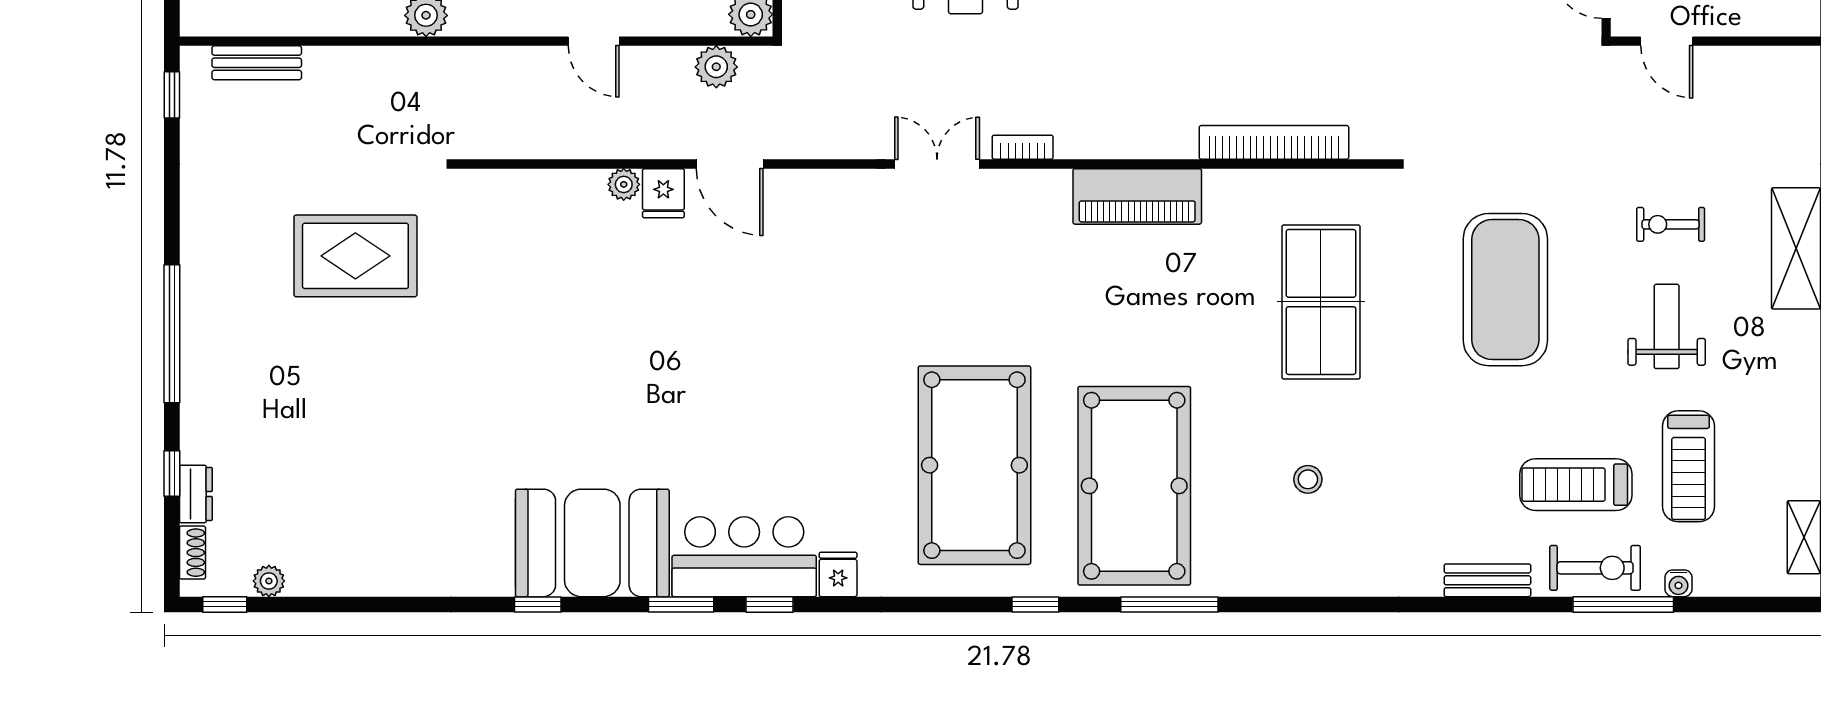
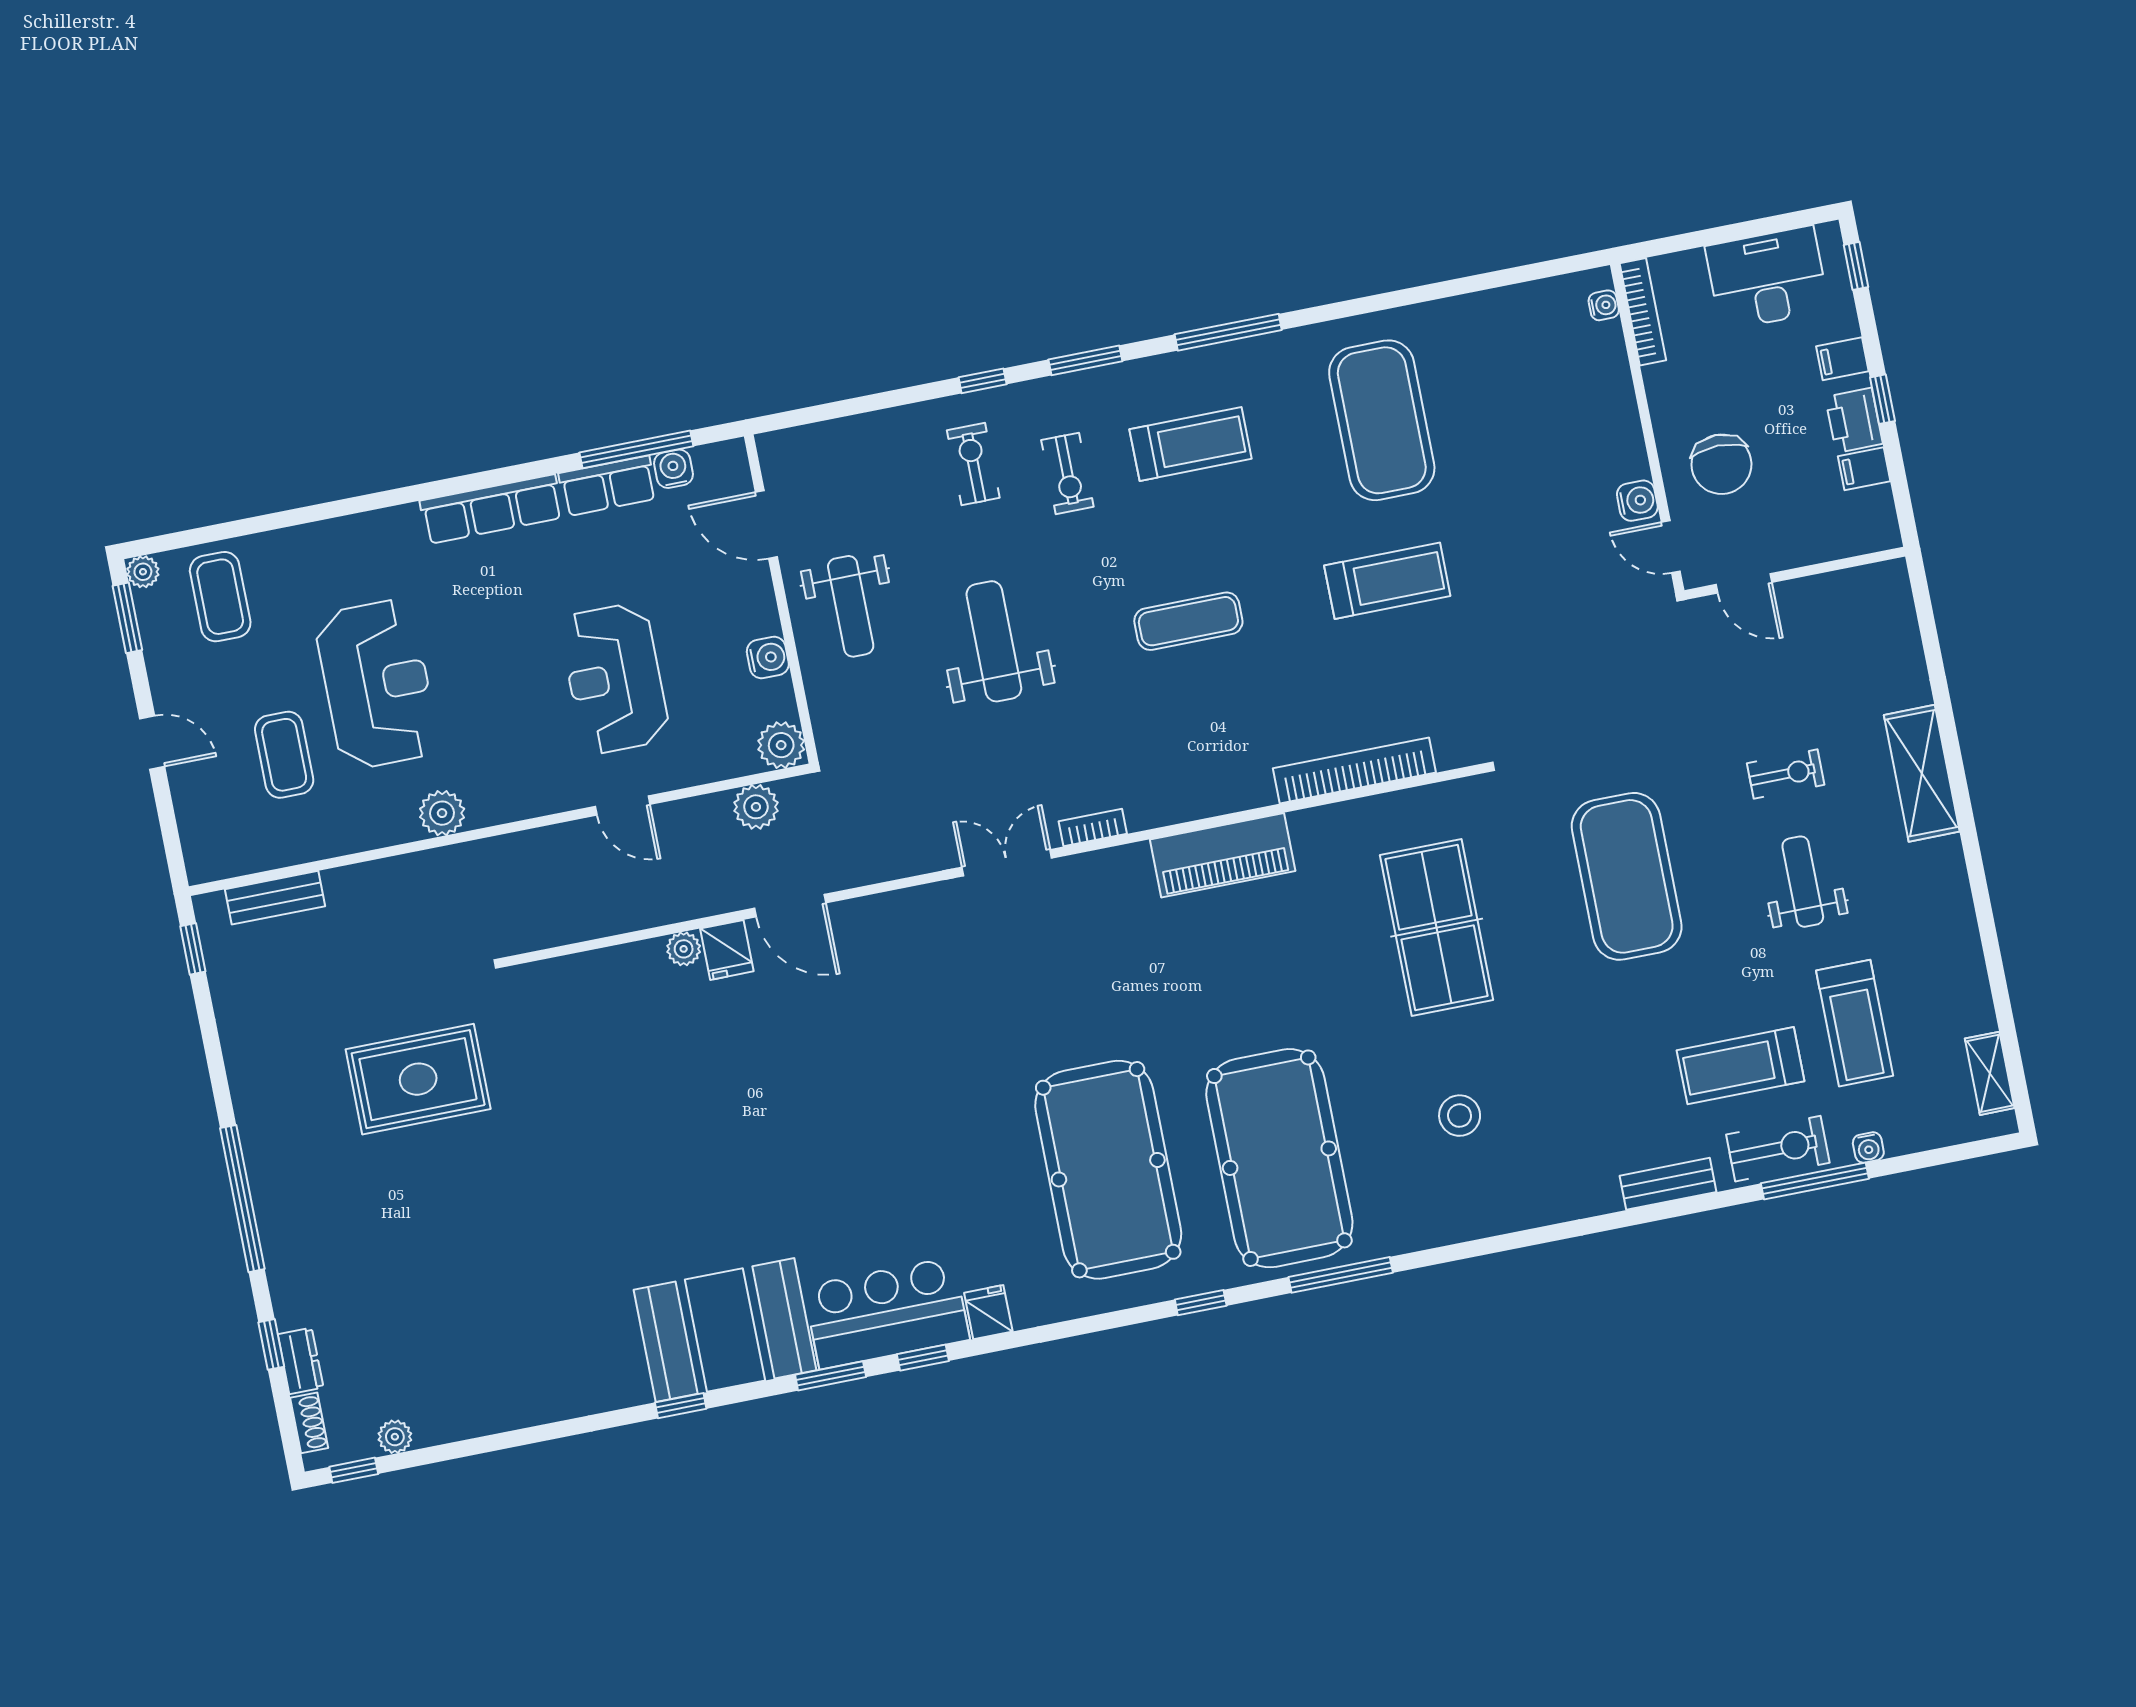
exercise bike: (1671, 224) -> (1786, 774), turned 180
stool: (1308, 479) -> (1460, 1116), width x1.37, depth x1.37

